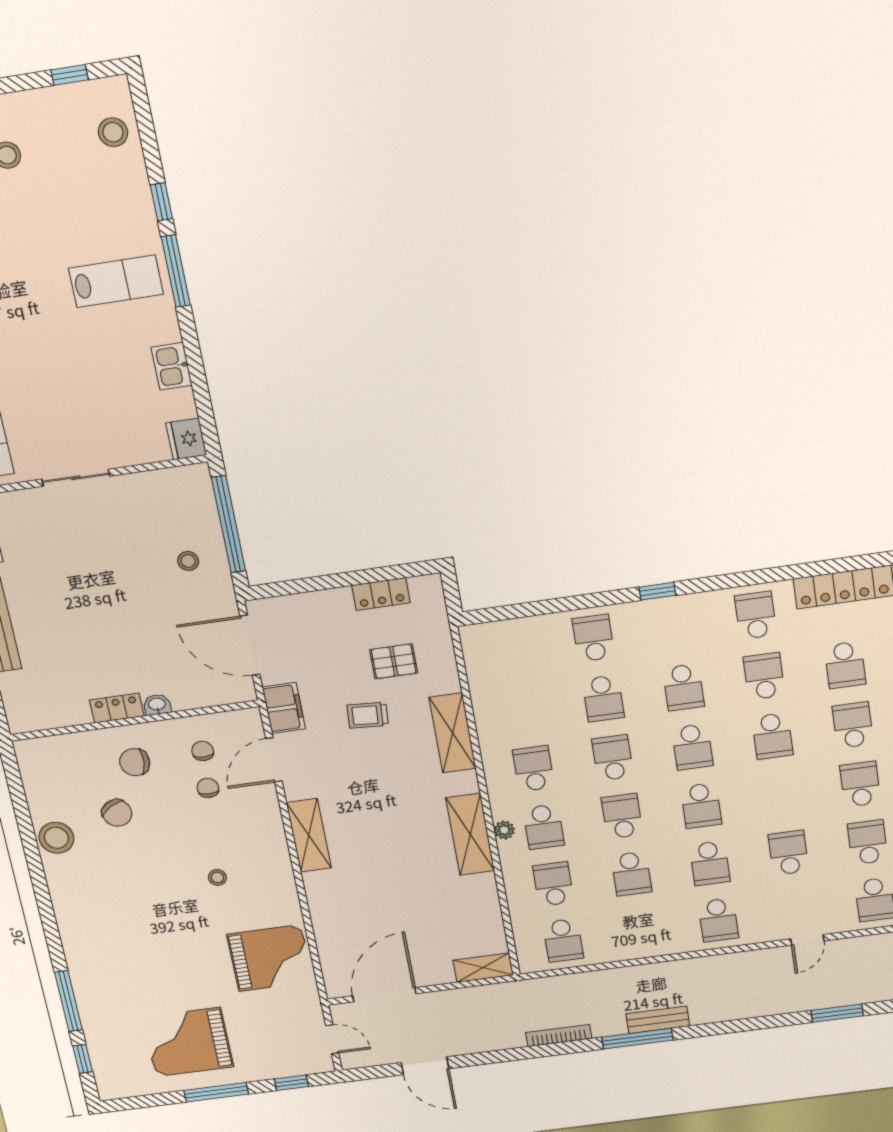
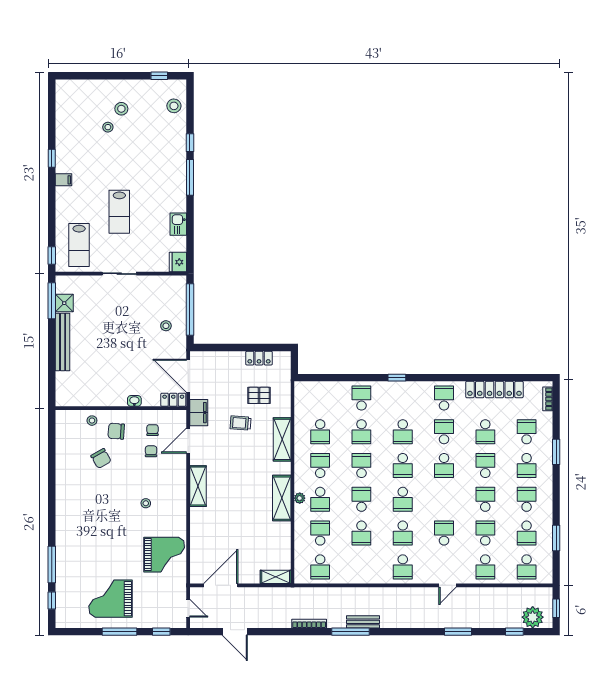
lab bench: (116, 281) -> (119, 212), moved, turned 90
locker: (117, 708) -> (173, 400), moved
school desk: (523, 709) -> (320, 432), added
stool: (56, 838) -> (92, 421), moved, width x0.53, depth x0.53

